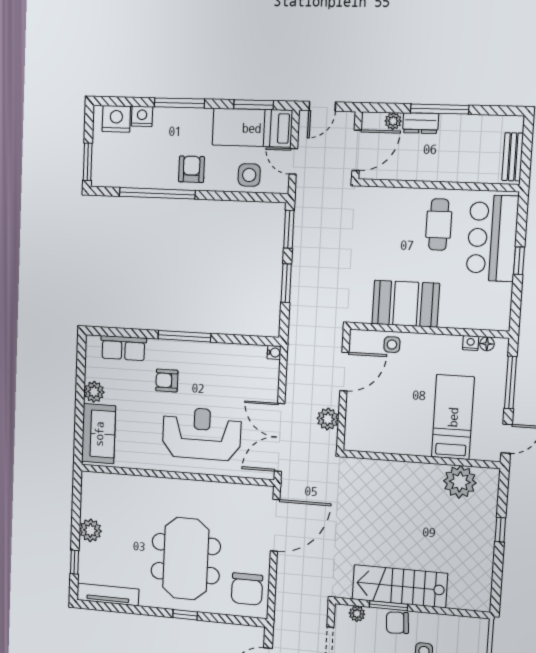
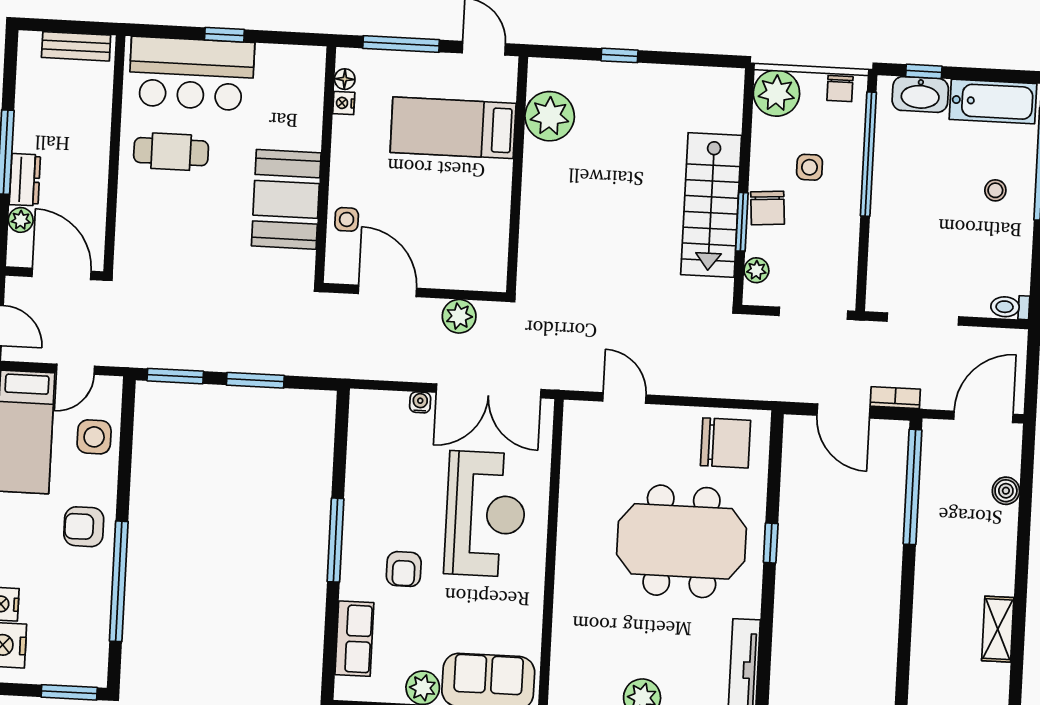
water cooler: (274, 352) -> (420, 402), moved
reception desk: (202, 434) -> (485, 514), turned 180
door: (275, 525) -> (624, 398), width x0.53
plant: (473, 632) -> (776, 93), added

